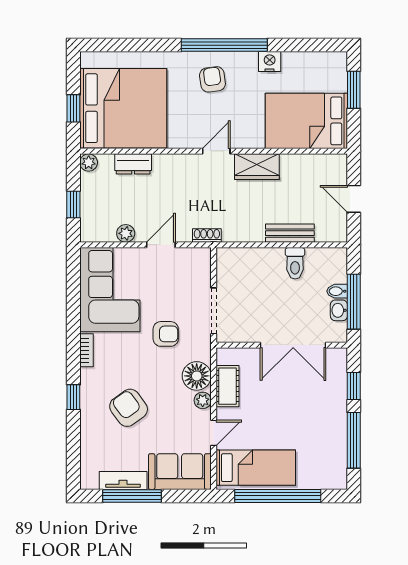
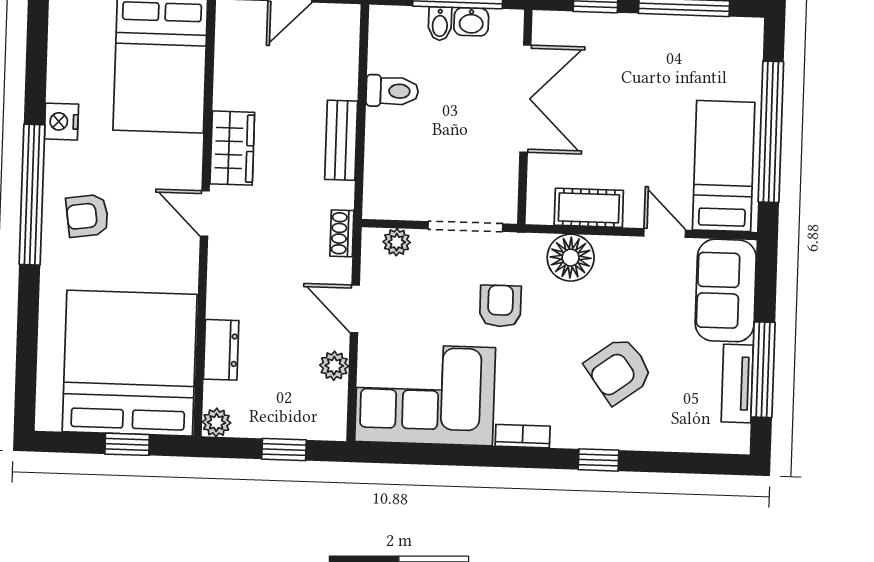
bench: (290, 233) -> (341, 140), moved
plant: (203, 400) -> (397, 242), moved

